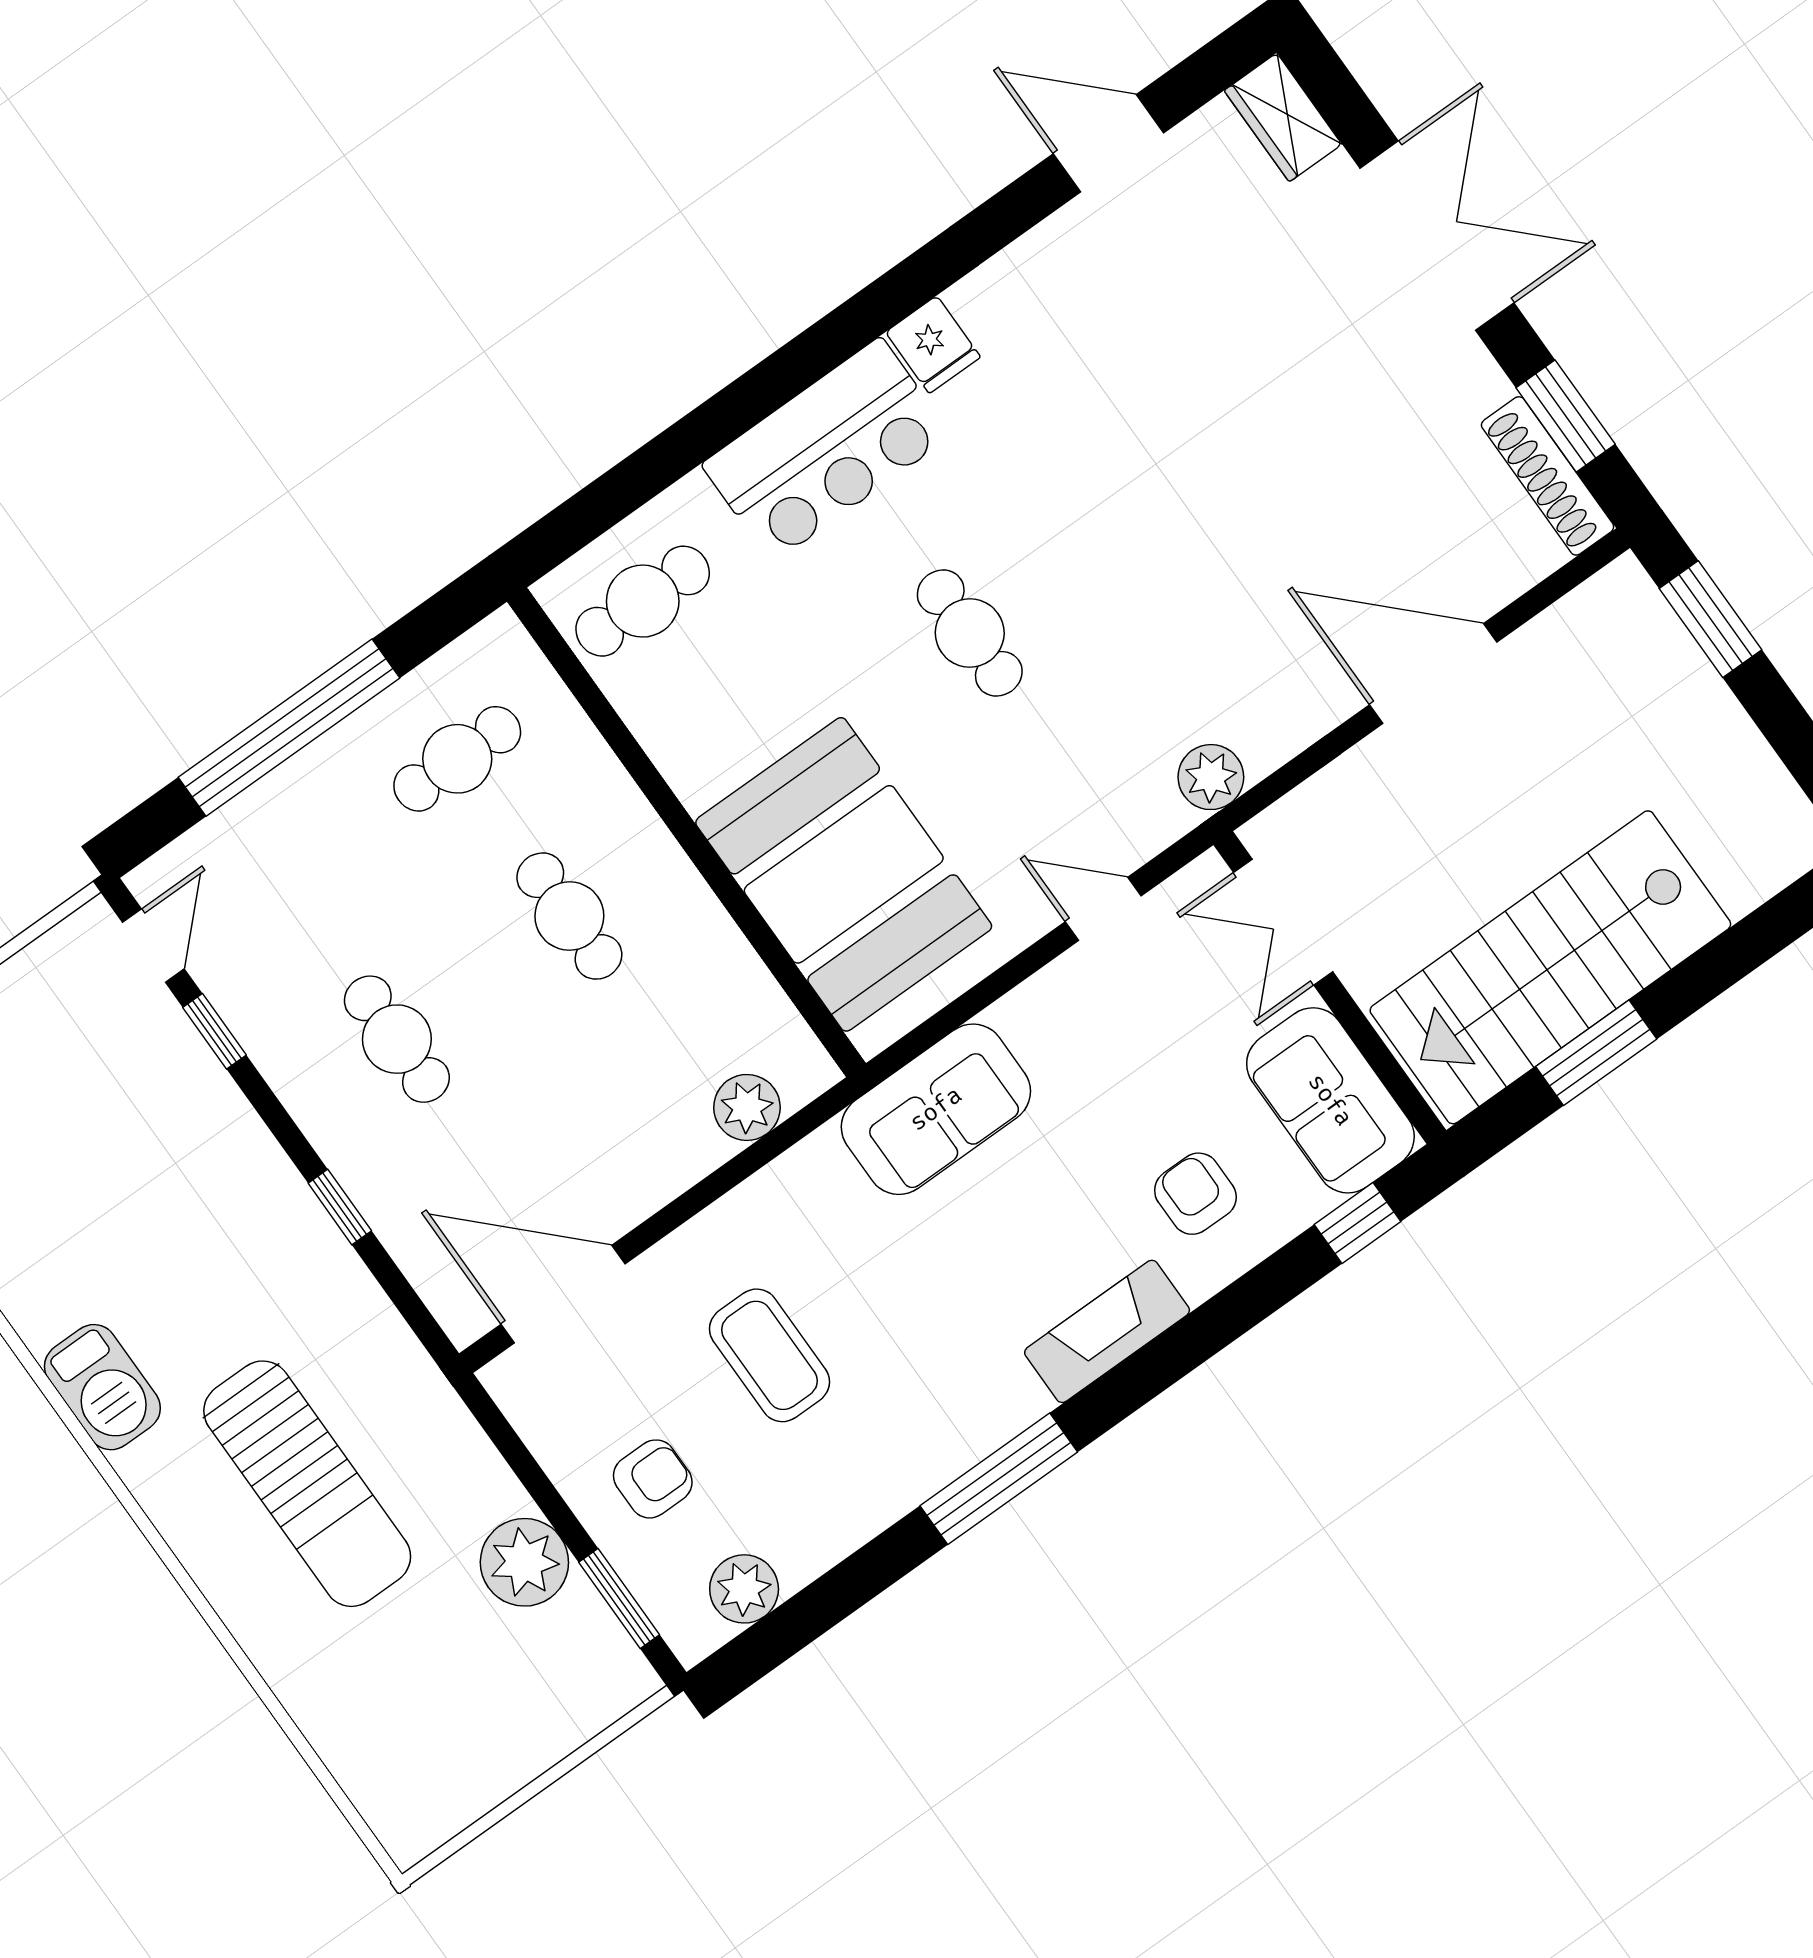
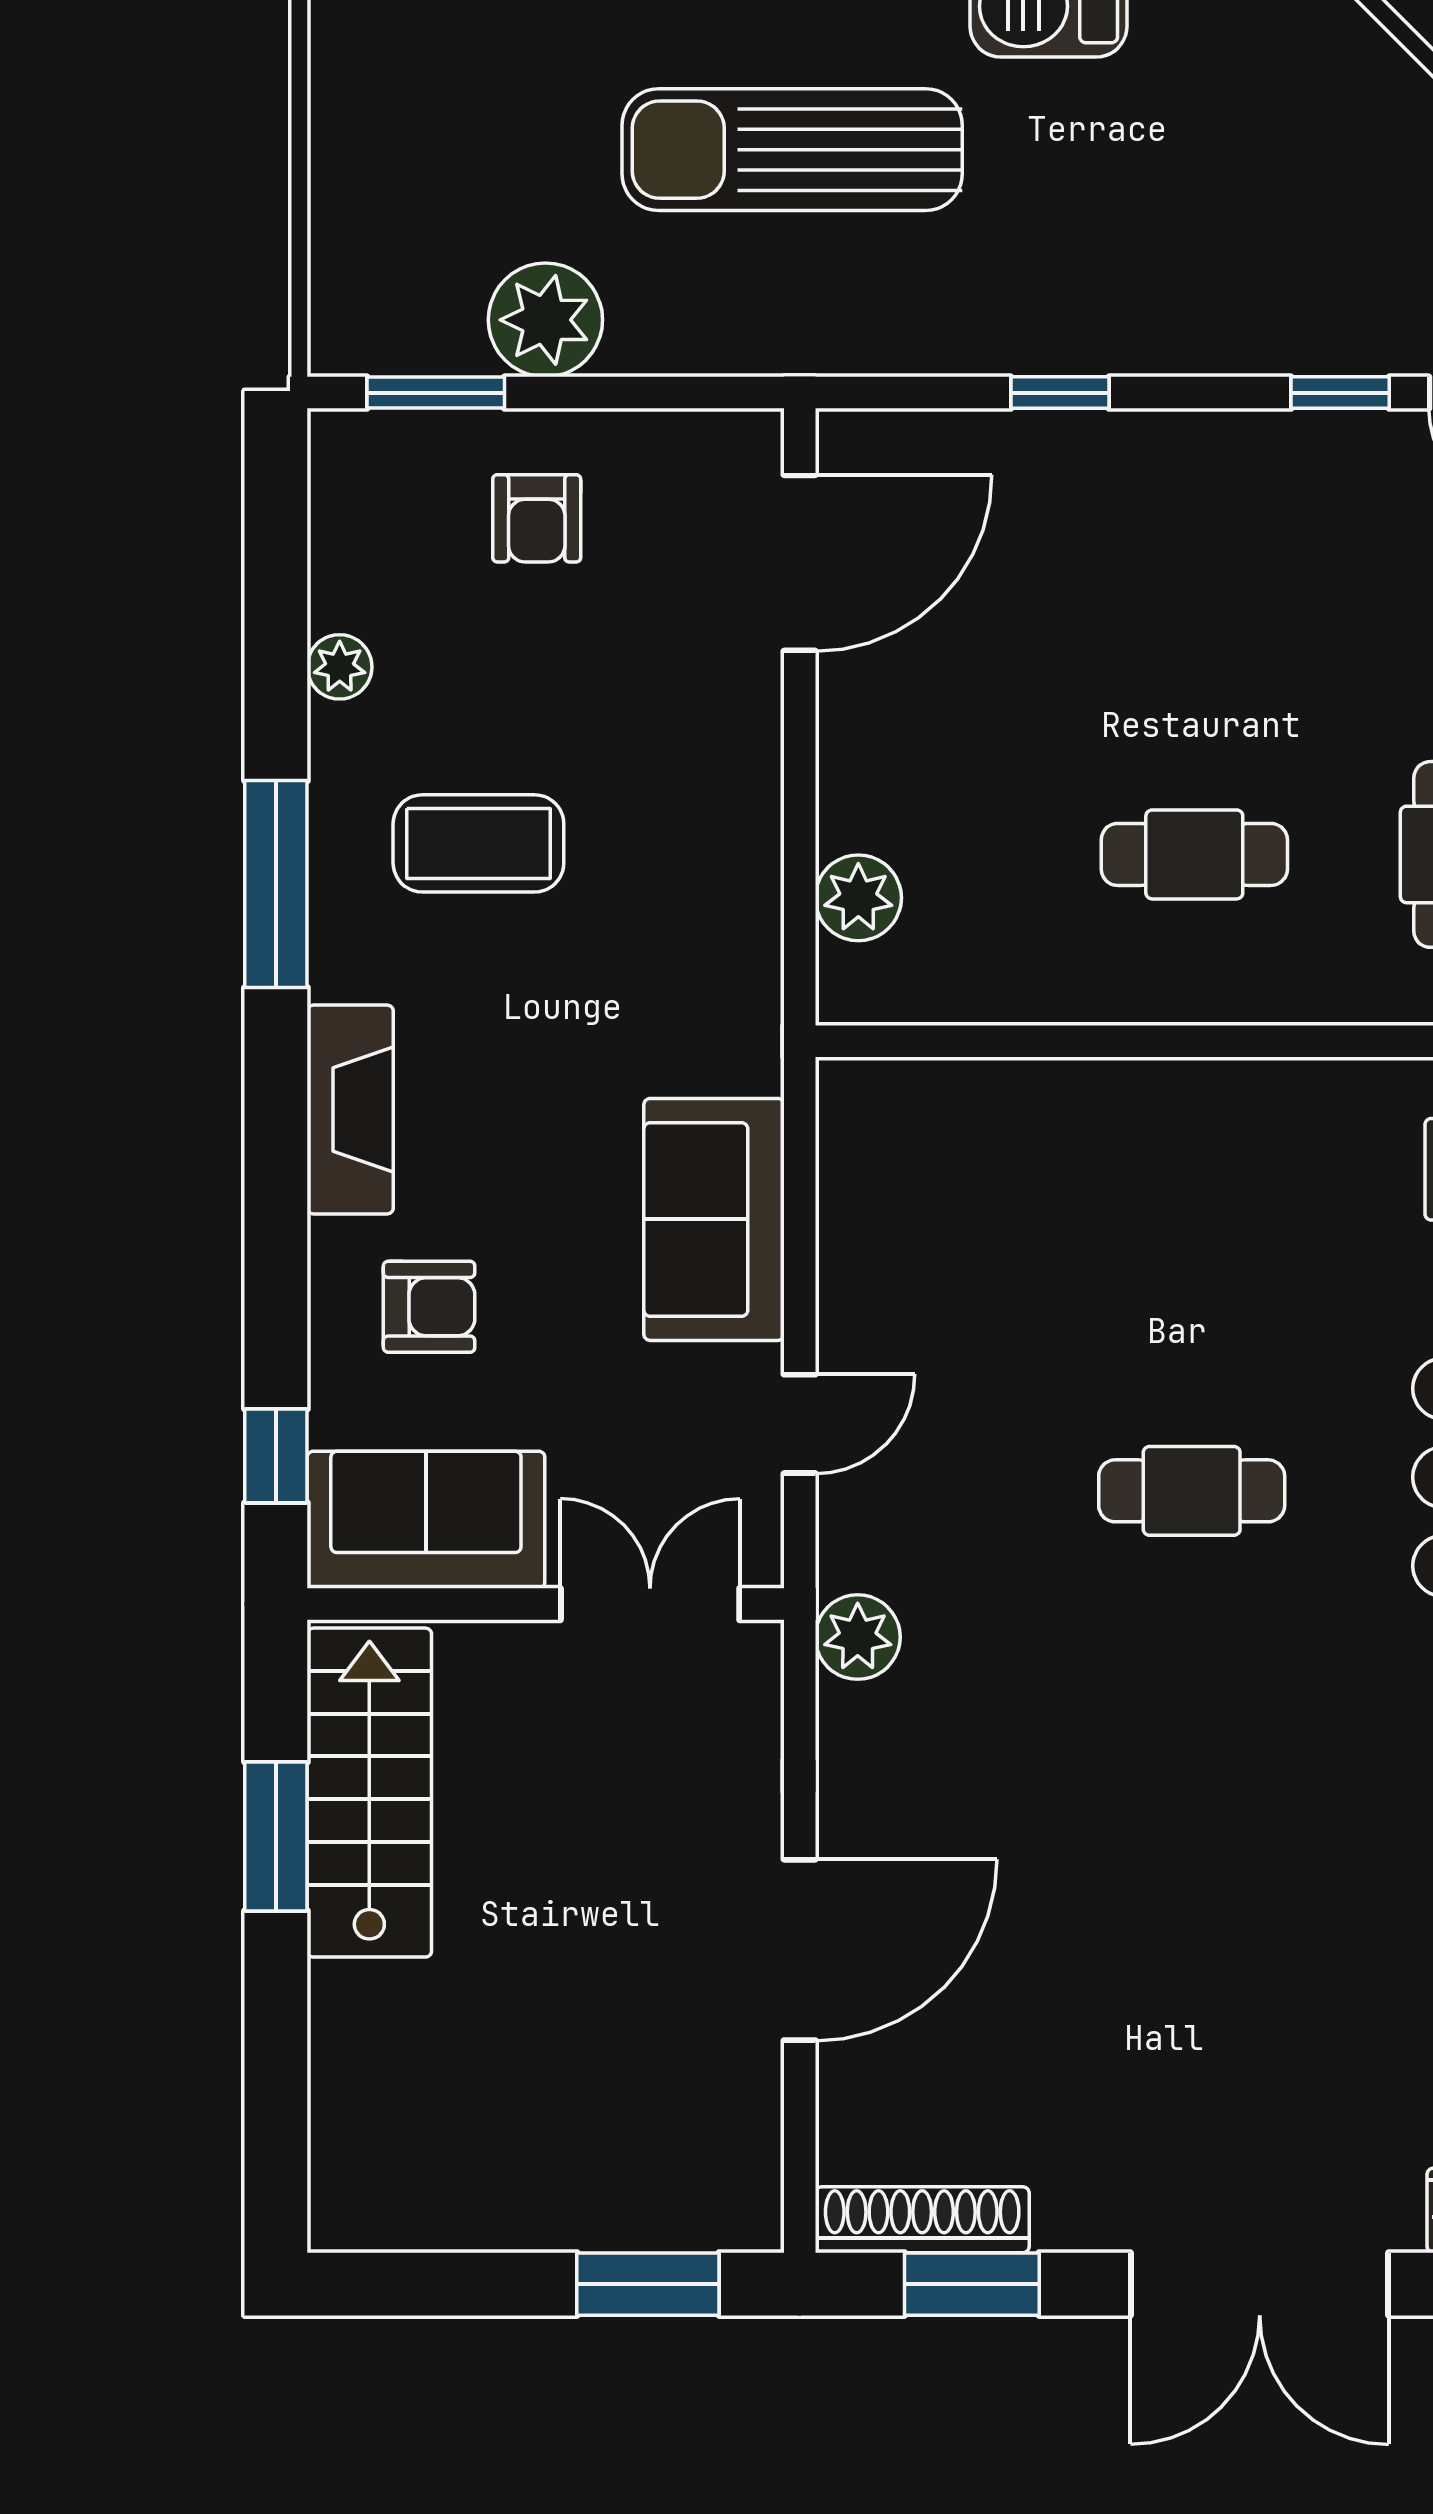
booth: (844, 874) -> (1032, 1176), removed
stairs: (1550, 967) -> (369, 1793), width x0.73, depth x0.66
cafe table: (397, 1039) -> (1194, 579), removed
sofa: (936, 1109) -> (714, 1219), moved
coffee table: (770, 1355) -> (478, 843), moved
plant: (744, 1589) -> (340, 667), moved, width x0.73, depth x0.73

